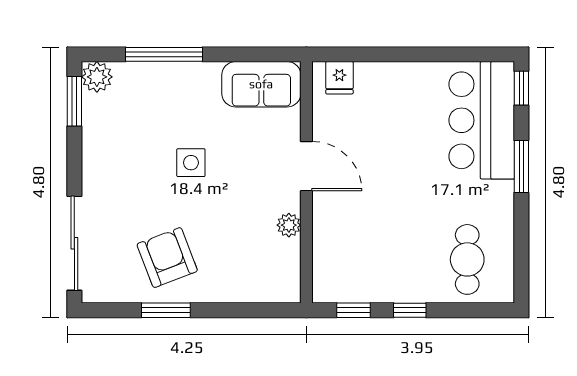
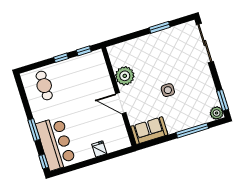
fridge: (339, 78) -> (99, 149), moved
plant: (289, 225) -> (125, 76), width x1.88, depth x1.88
armchair: (167, 258) -> (166, 49), removed

